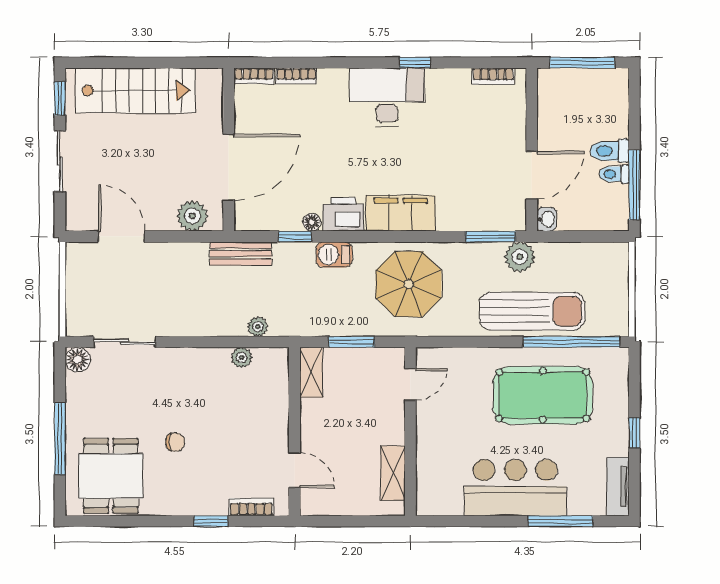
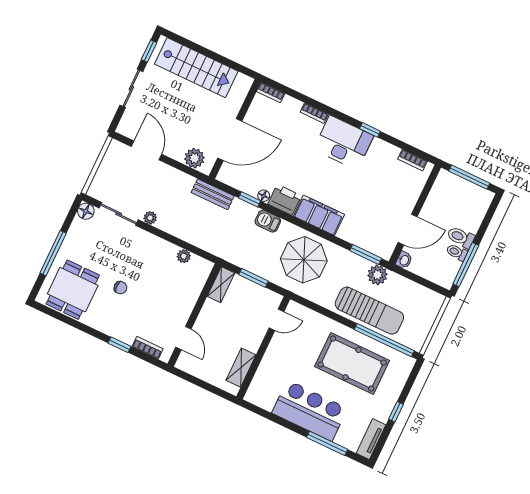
bookcase: (296, 76) -> (314, 113), moved
plant: (258, 327) -> (150, 218), moved

